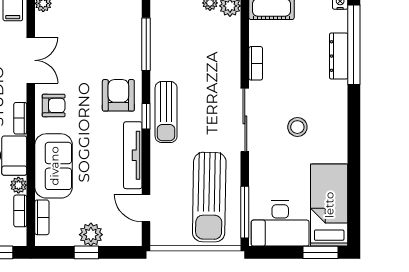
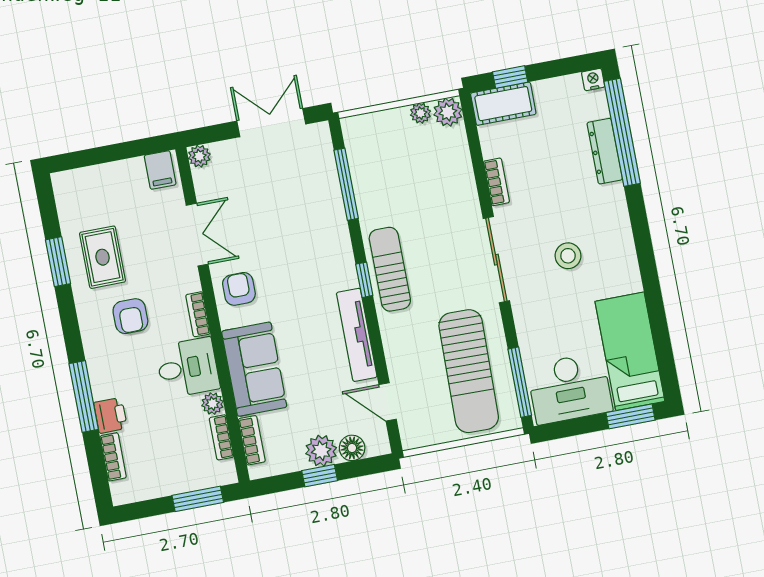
armchair: (118, 95) -> (322, 259), removed
armchair: (54, 105) -> (239, 289), turned -90
sun lounger: (166, 112) -> (390, 269), turned 180
floor lamp: (114, 237) -> (352, 448), added

